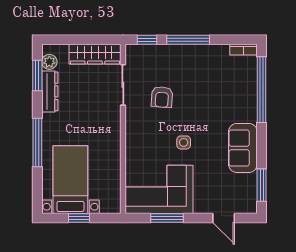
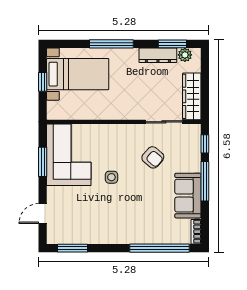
armchair: (162, 97) -> (153, 157), turned -143
sofa: (243, 148) -> (188, 196), moved, turned -90

